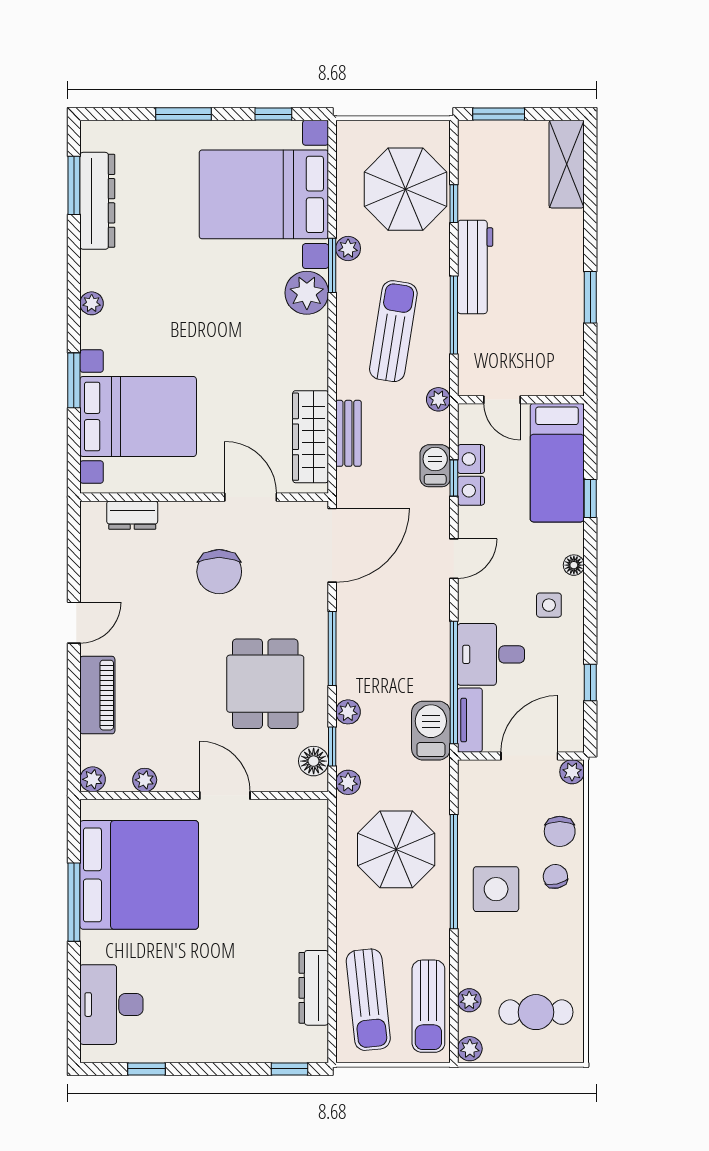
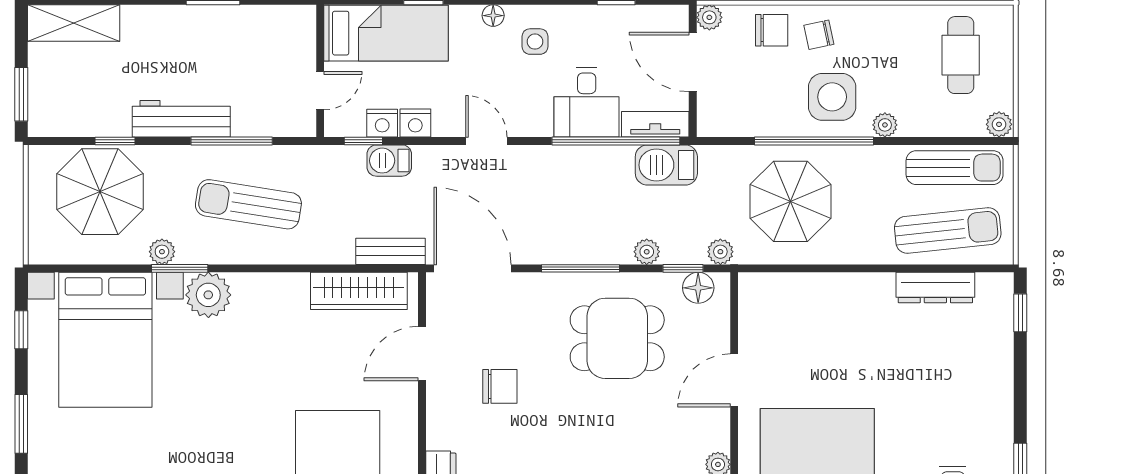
plant: (438, 399) -> (320, 157), removed
bench: (348, 433) -> (390, 251), moved
window: (454, 478) -> (363, 141), moved
chair: (219, 572) -> (500, 386), width x0.73, depth x0.73
plant: (469, 1000) -> (885, 125), moved

